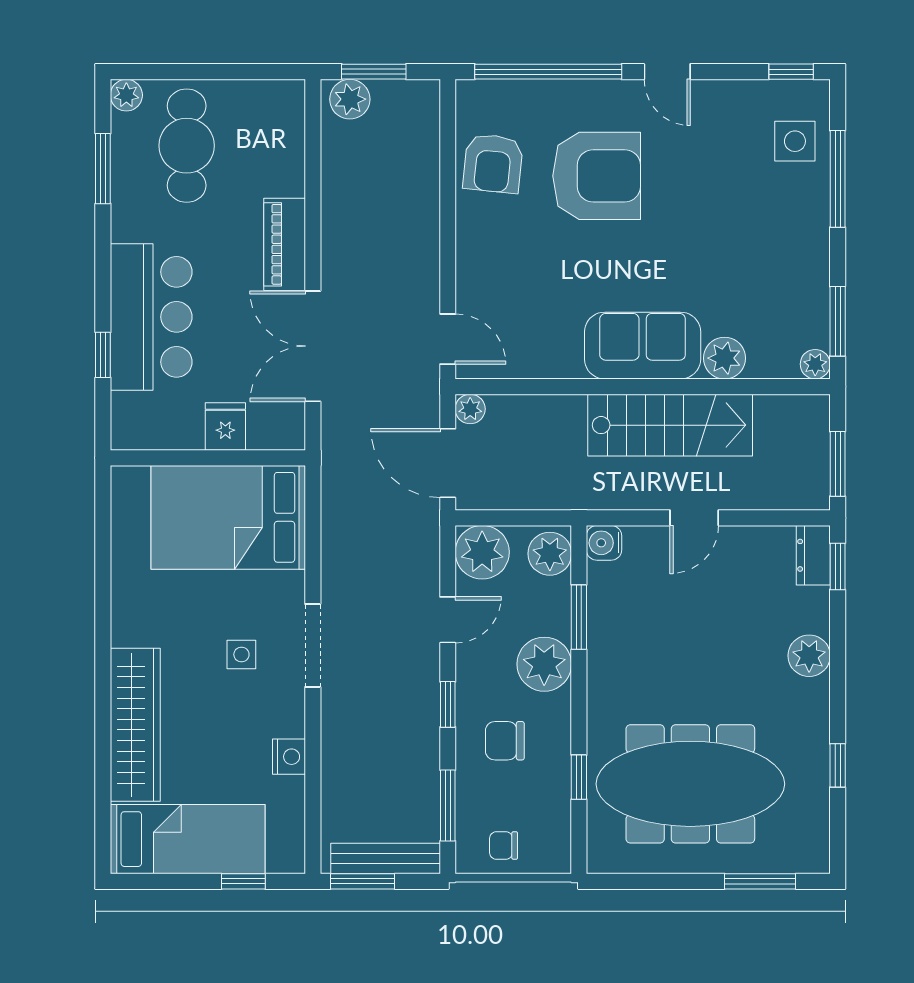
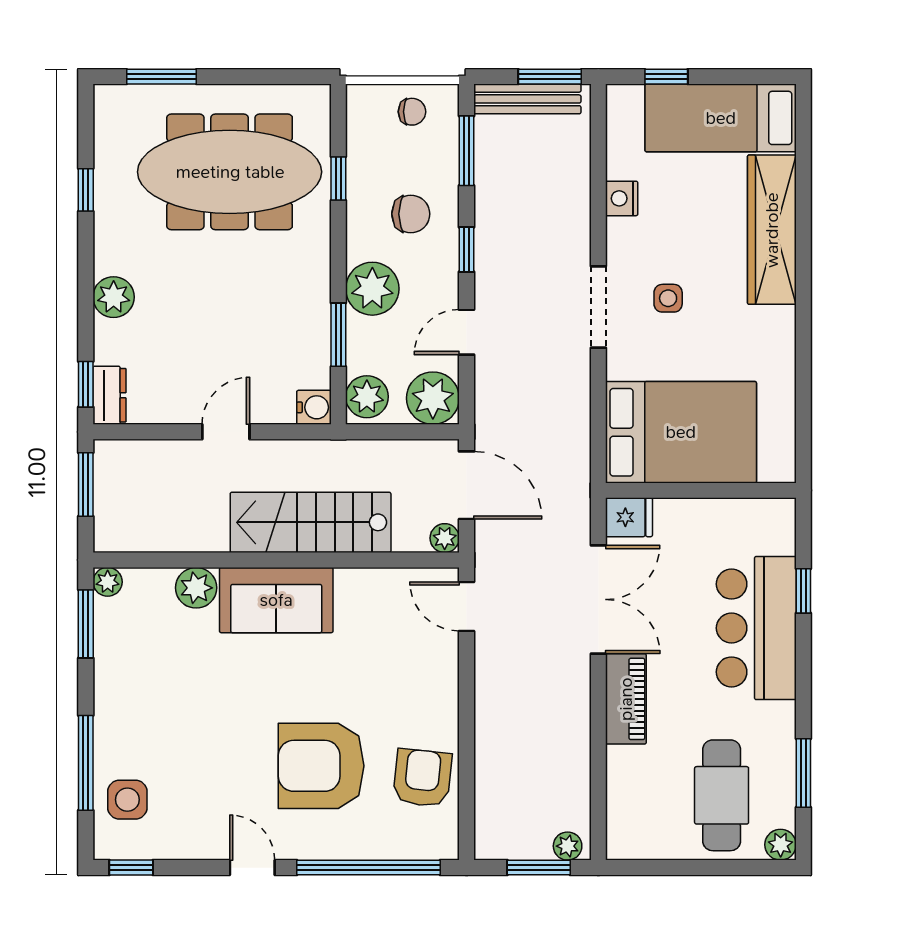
plant: (350, 99) -> (568, 846), width x0.73, depth x0.73
stairs: (670, 425) -> (311, 522), moved
fridge: (225, 426) -> (629, 517), moved, turned -90

